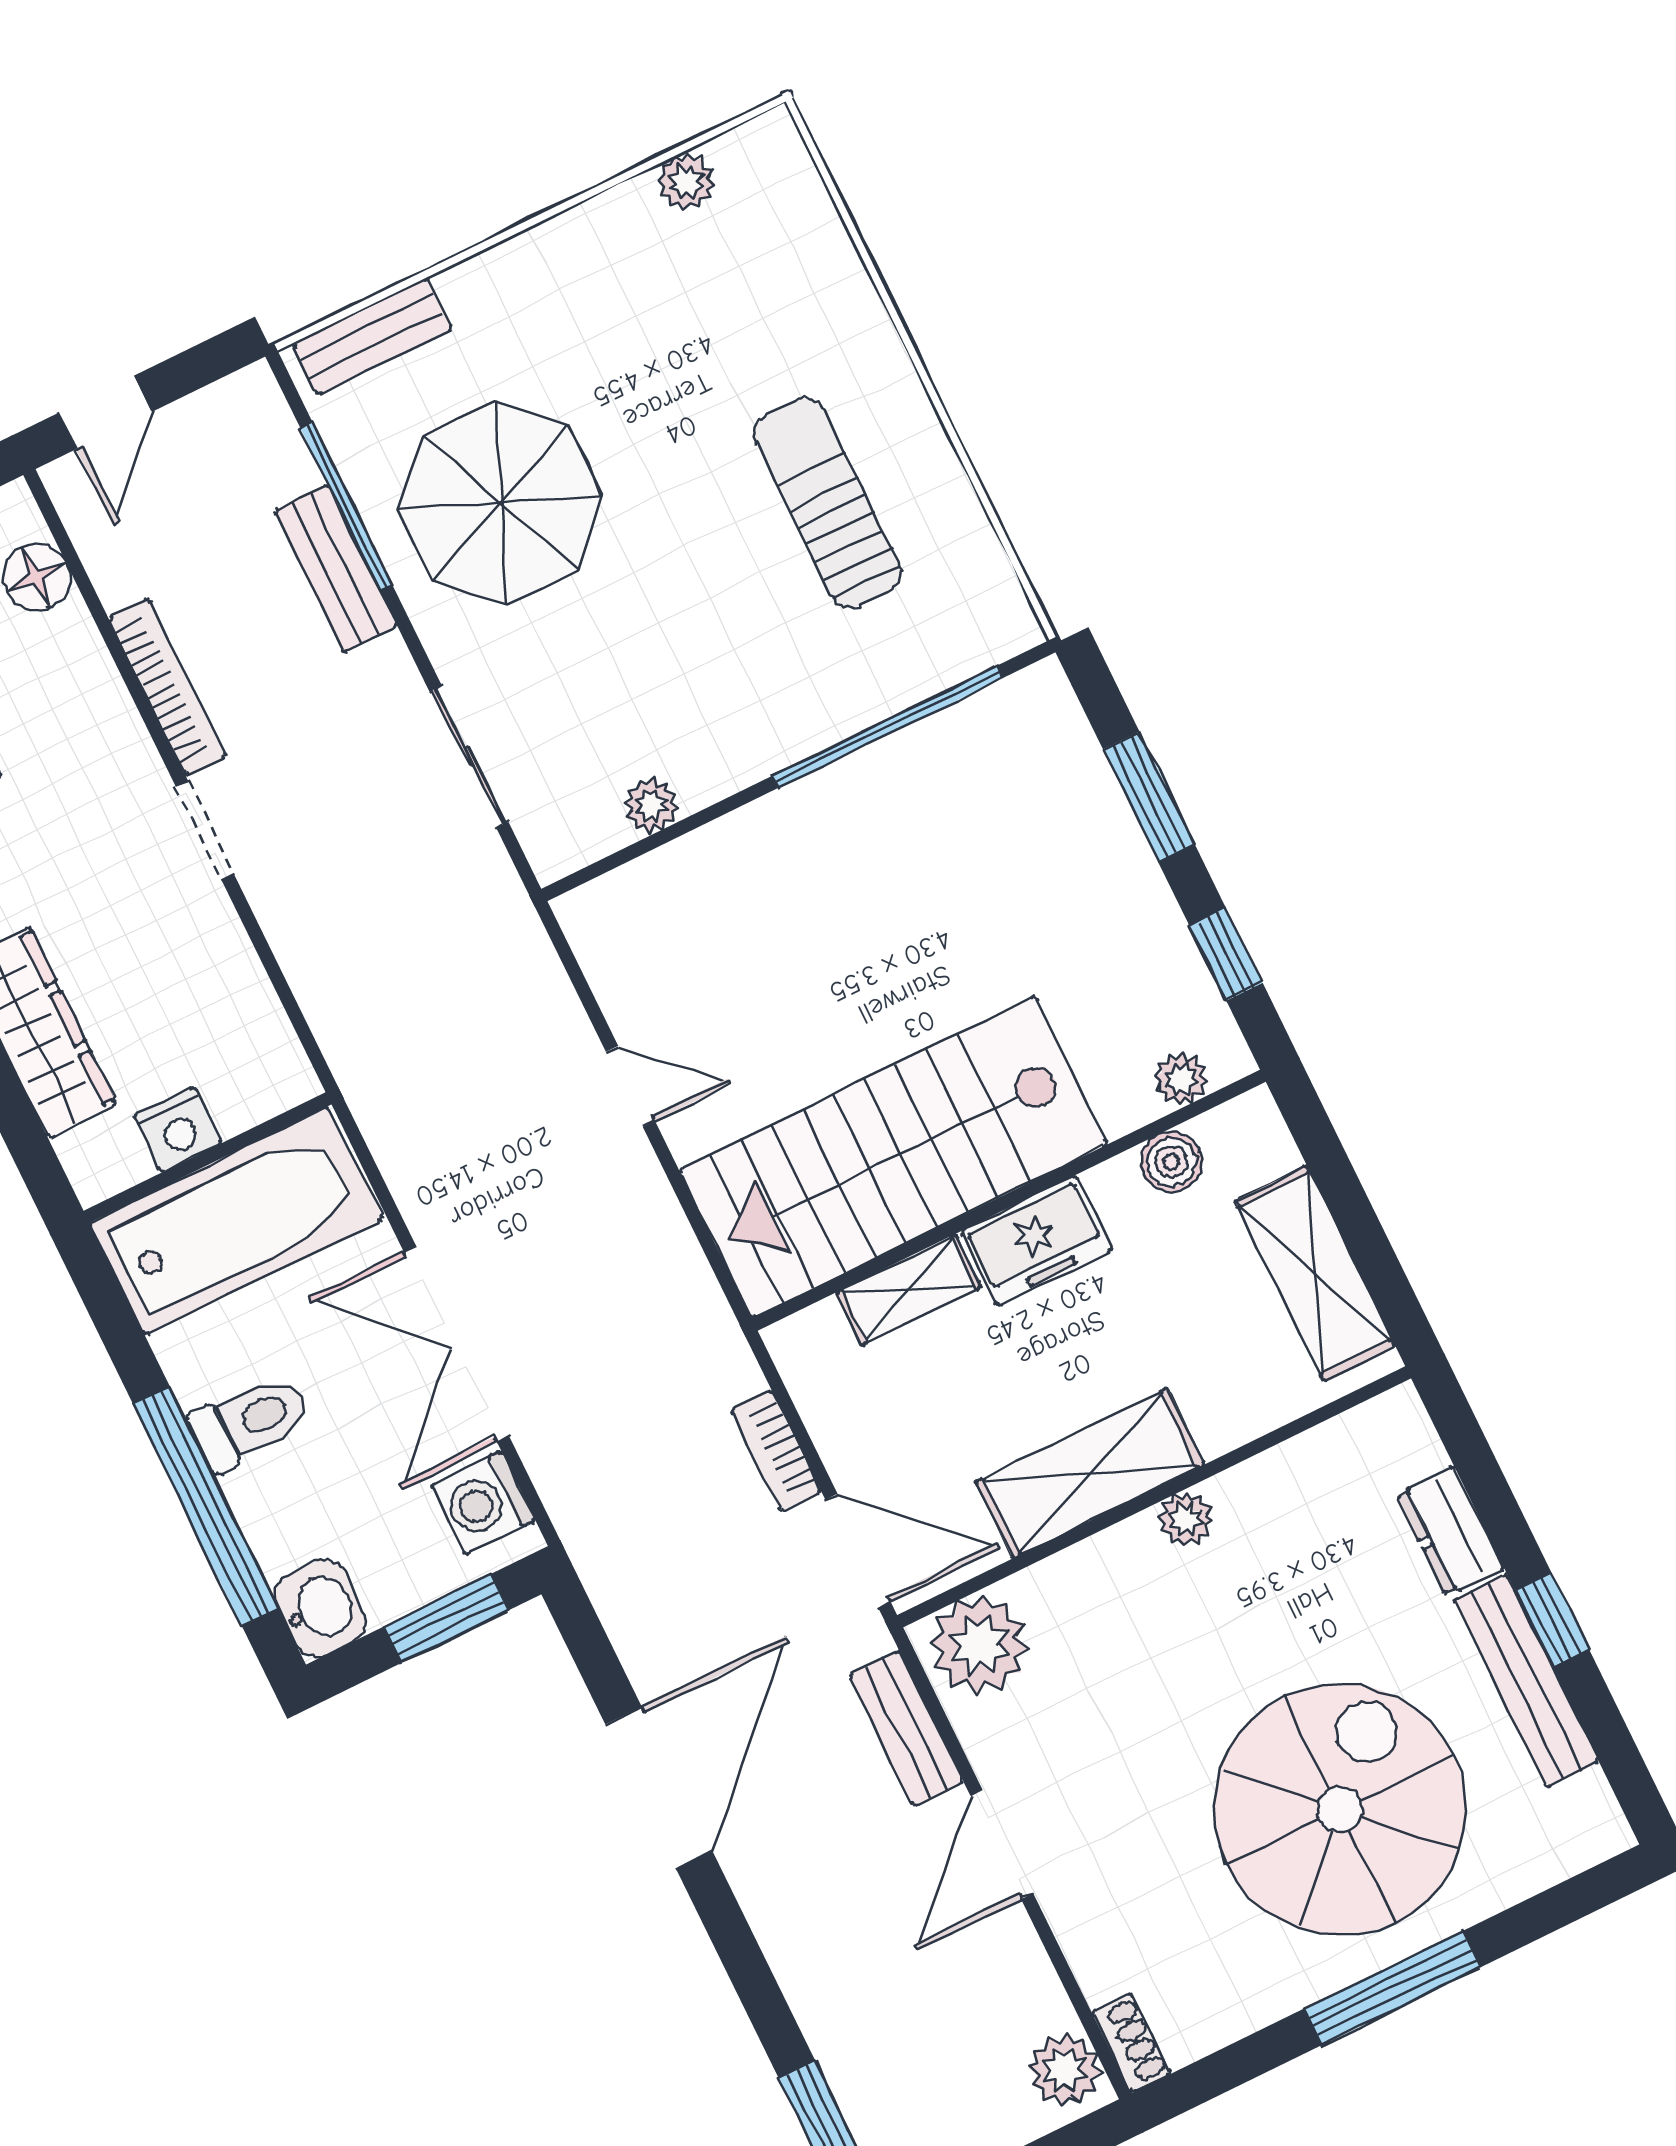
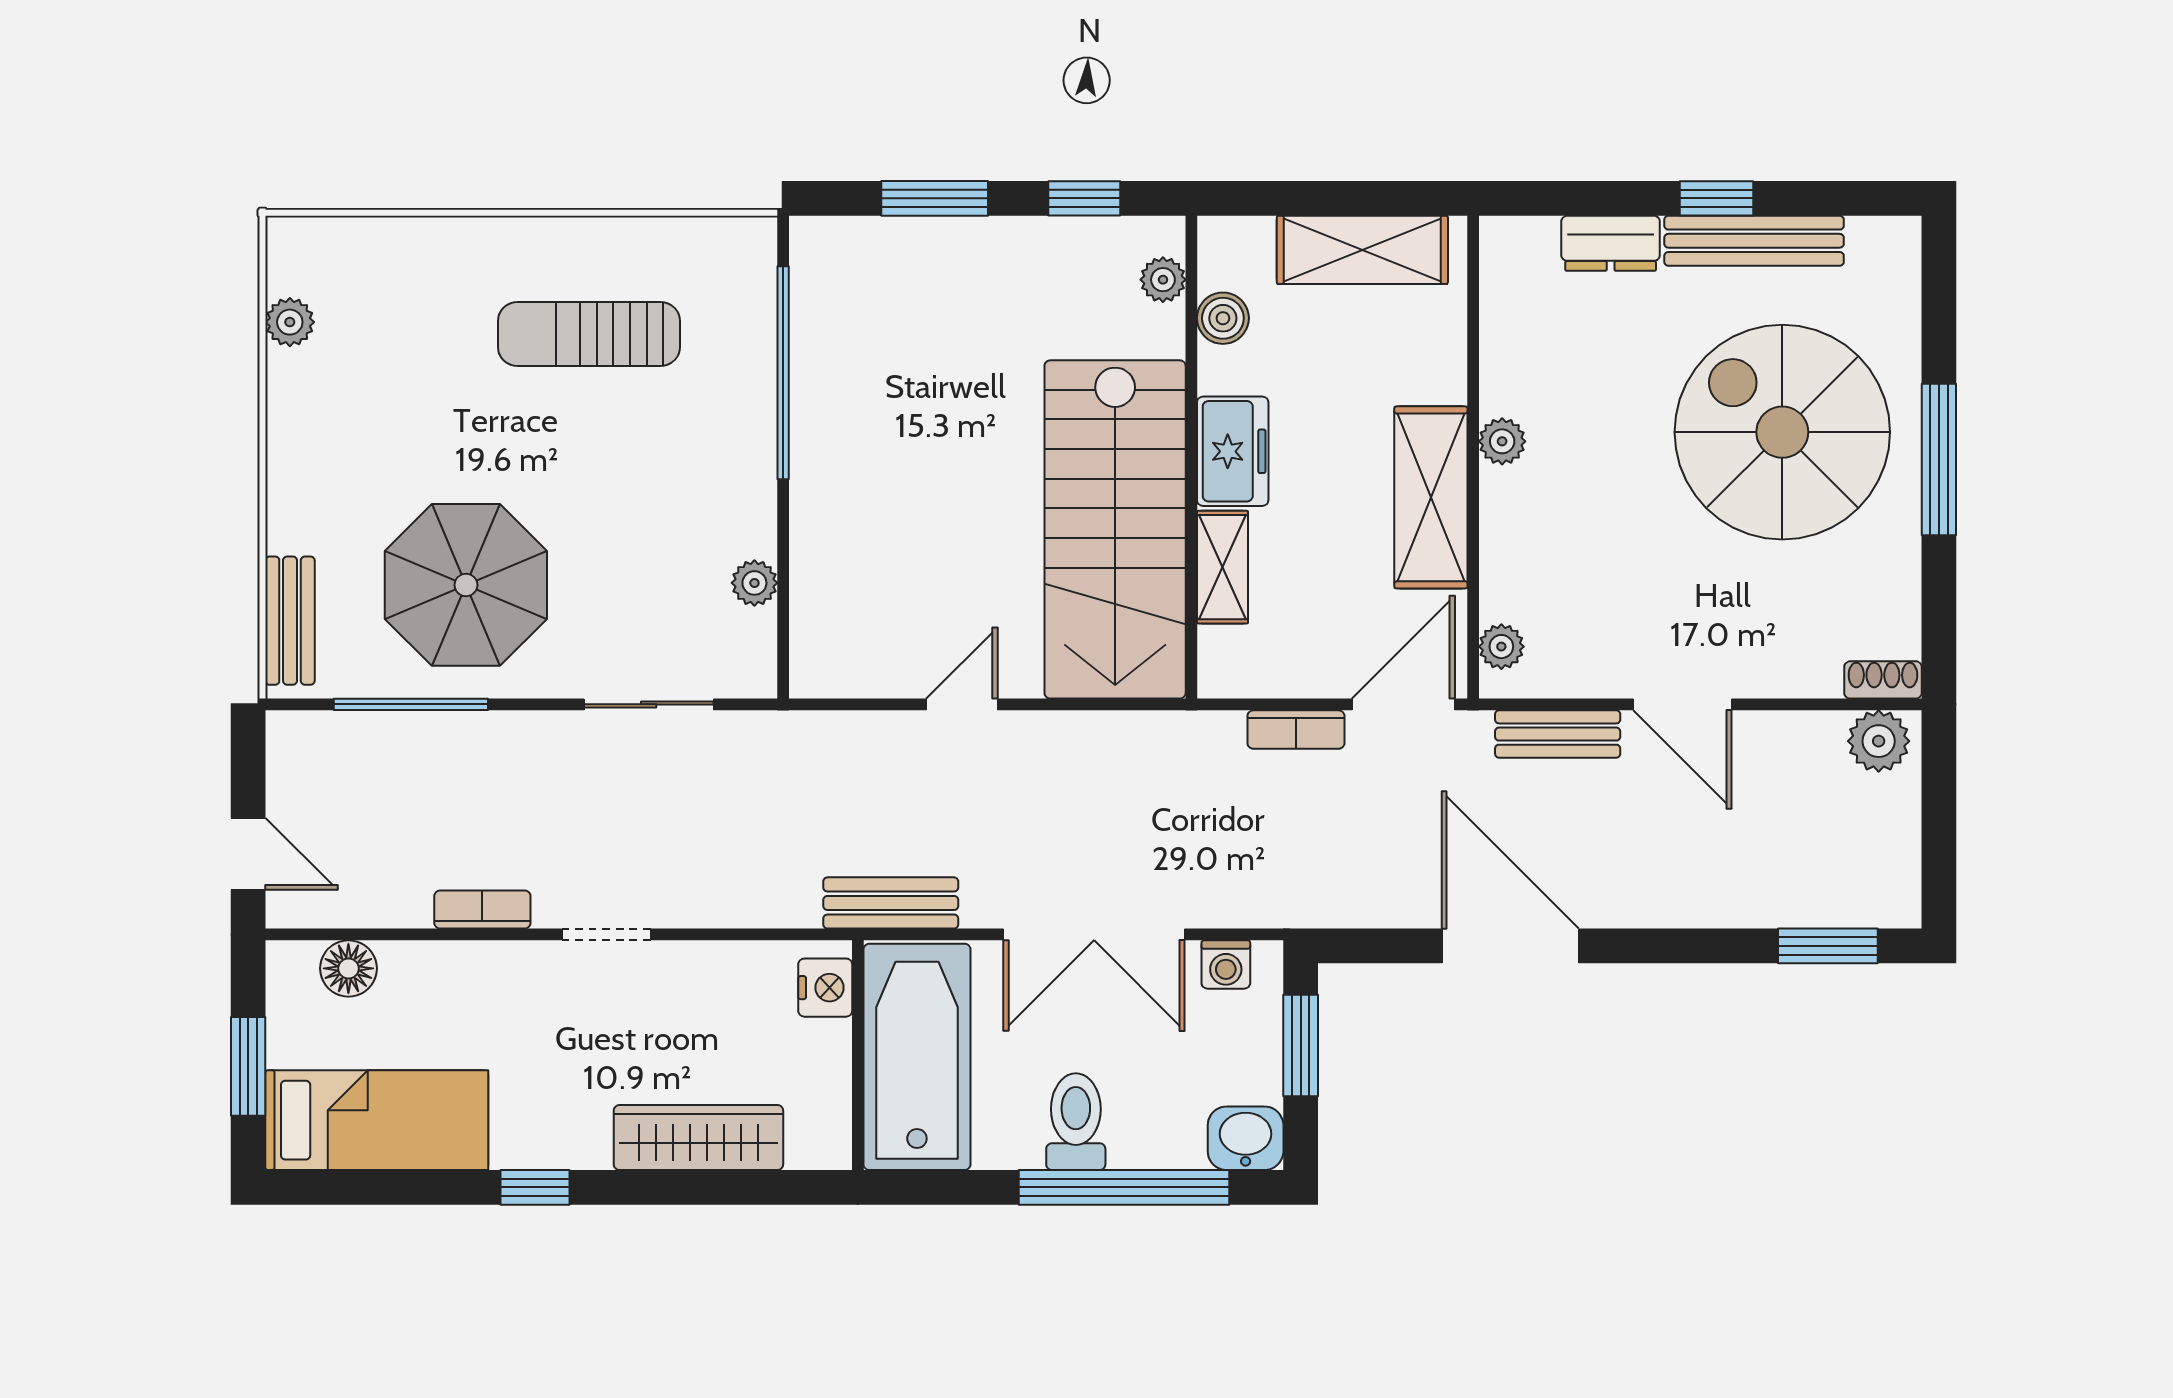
bench: (336, 569) -> (891, 903), moved
bookcase: (167, 687) -> (482, 910), width x0.64
nightstand: (178, 1130) -> (825, 988), moved
washing machine: (483, 1503) -> (1226, 964), width x0.73, depth x0.73
plant: (980, 1645) -> (1501, 647), width x0.53, depth x0.53

